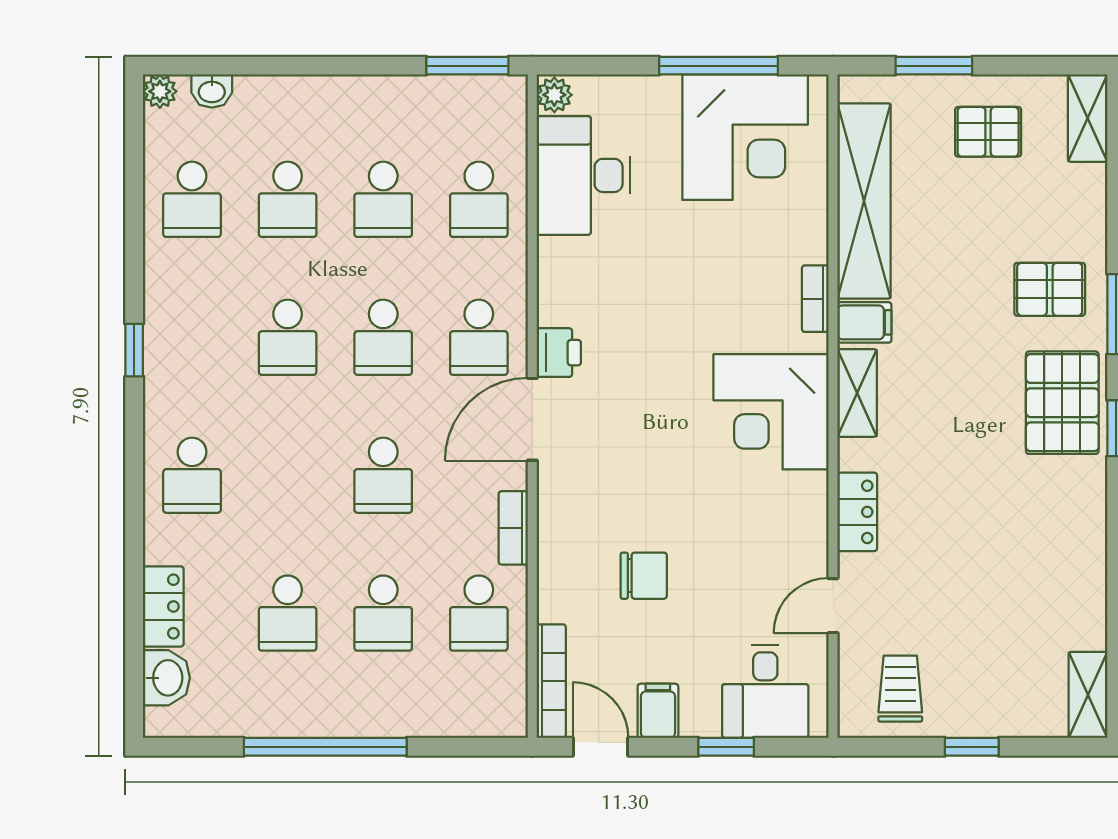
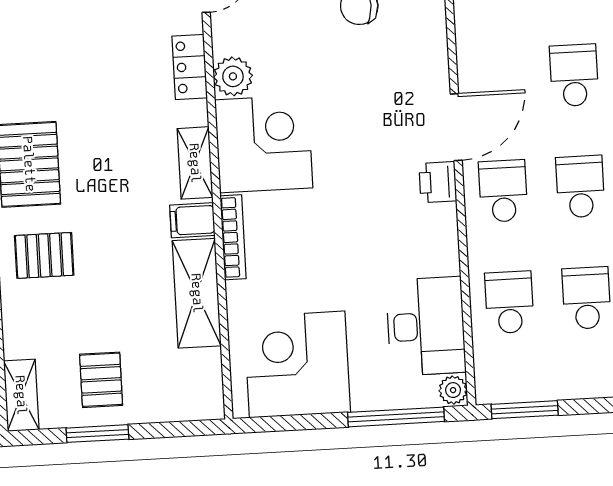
window: (719, 66) -> (396, 417), moved
window: (934, 66) -> (97, 434), moved
pallet: (988, 132) -> (101, 380), turned 90
shelving: (864, 201) -> (197, 293), width x0.68
bookcase: (815, 299) -> (233, 237), width x1.56
plant: (804, 497) -> (233, 76), added
bookcase: (513, 528) -> (467, 39), removed

